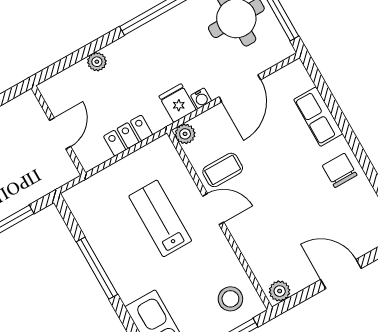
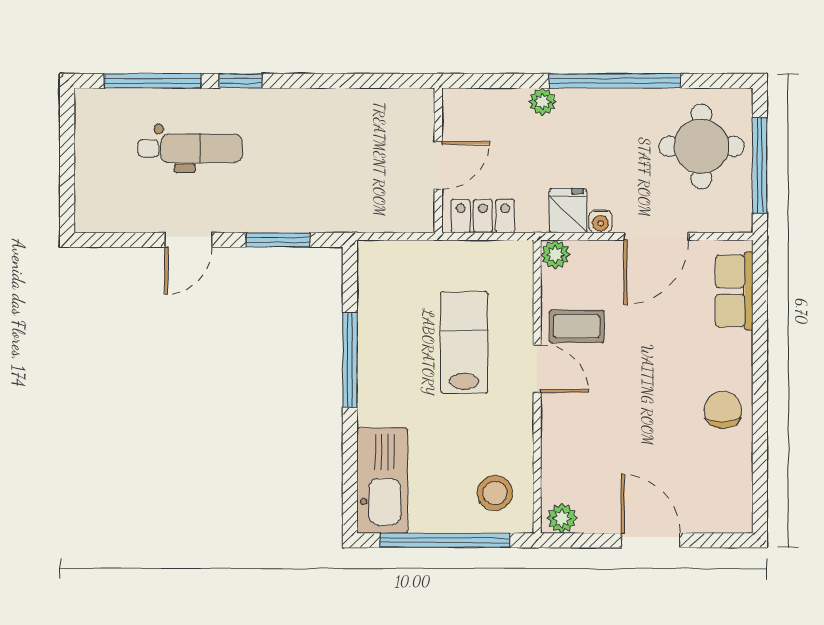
plant: (97, 62) -> (542, 102), moved
row of seats: (318, 117) -> (734, 291), moved
wall: (58, 131) -> (438, 160), moved
door: (60, 133) -> (438, 165), moved

